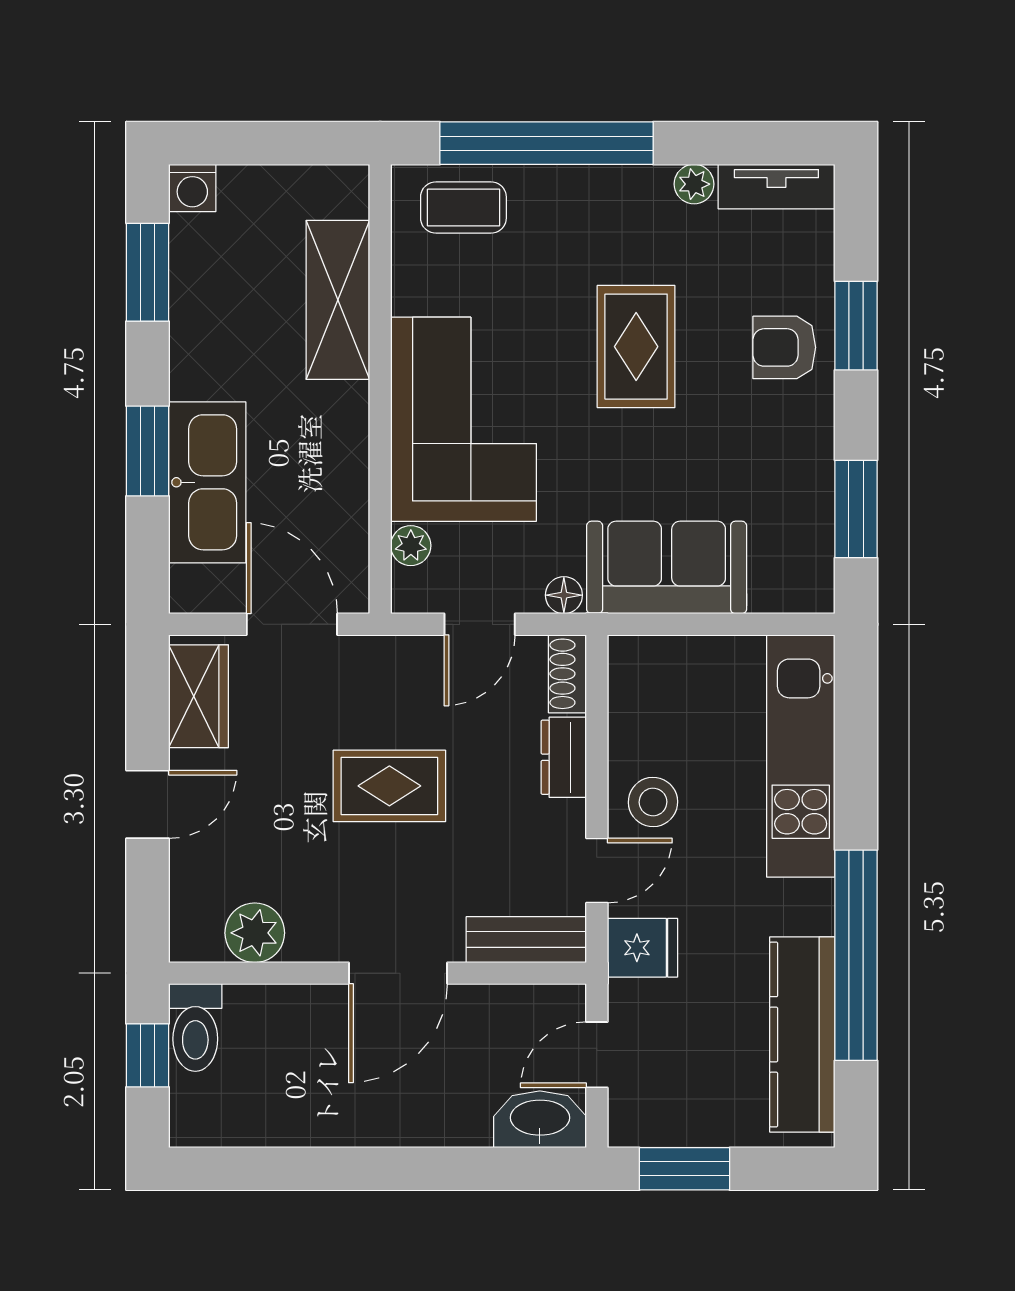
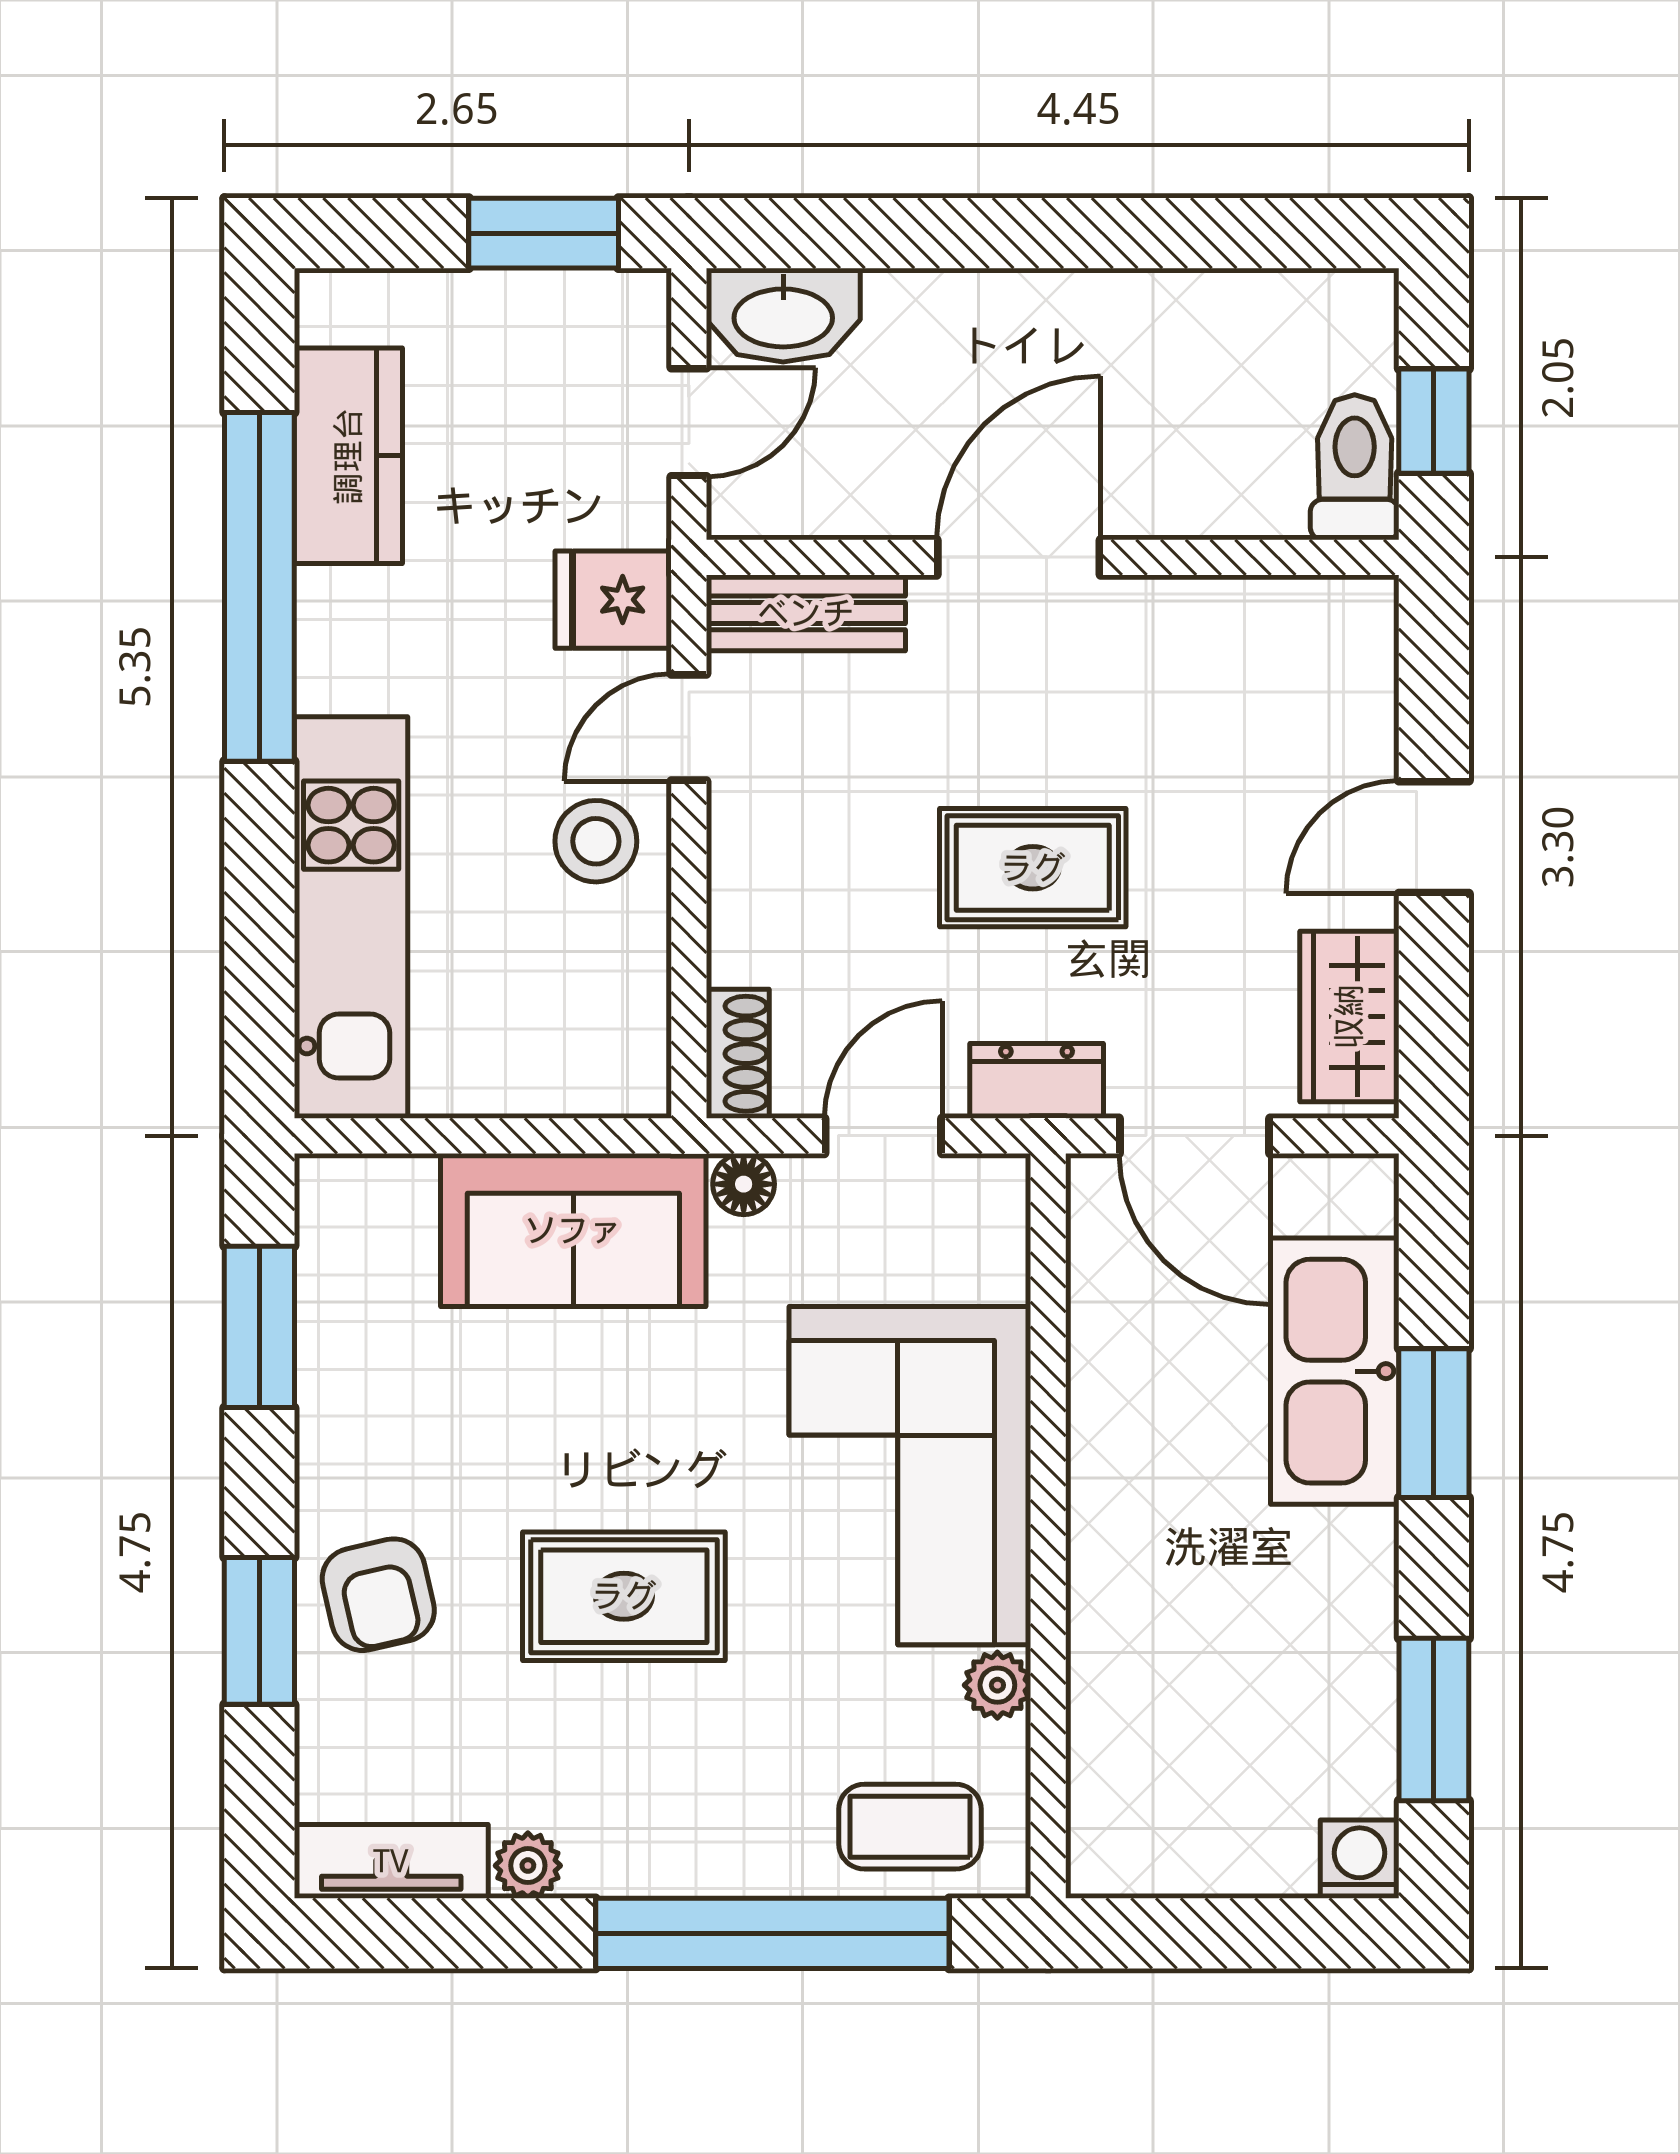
shelving: (338, 300) -> (1118, 1673), removed
rug: (636, 347) -> (624, 1596), turned 90
armchair: (784, 347) -> (378, 1595), turned 77
plant: (411, 546) -> (997, 1685), moved
dresser: (564, 757) -> (1037, 1081), moved, turned -90
plant: (255, 933) -> (1256, 624), removed
kitchen counter: (802, 1034) -> (348, 456), width x0.67

